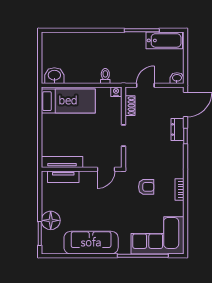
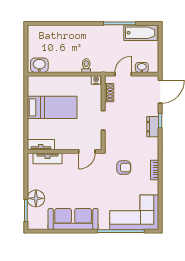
washbasin: (177, 78) -> (142, 67), moved
bed: (68, 101) -> (52, 107), moved
dresser: (178, 129) -> (153, 127), moved
tv unit: (62, 162) -> (41, 145), width x0.71

